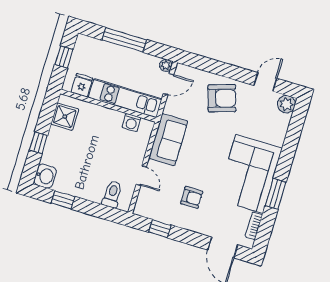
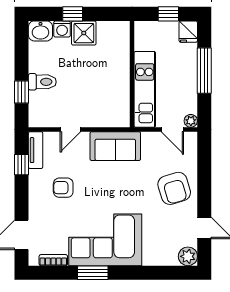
fridge: (82, 85) -> (188, 32), moved, turned 90
shower: (65, 117) -> (84, 33), moved
washing machine: (131, 123) -> (62, 29), moved, turned -90
toilet: (112, 194) -> (42, 82), moved
armchair: (192, 198) -> (63, 188), turned 90
window: (63, 200) -> (22, 92), moved
tv unit: (151, 212) -> (36, 150), added

